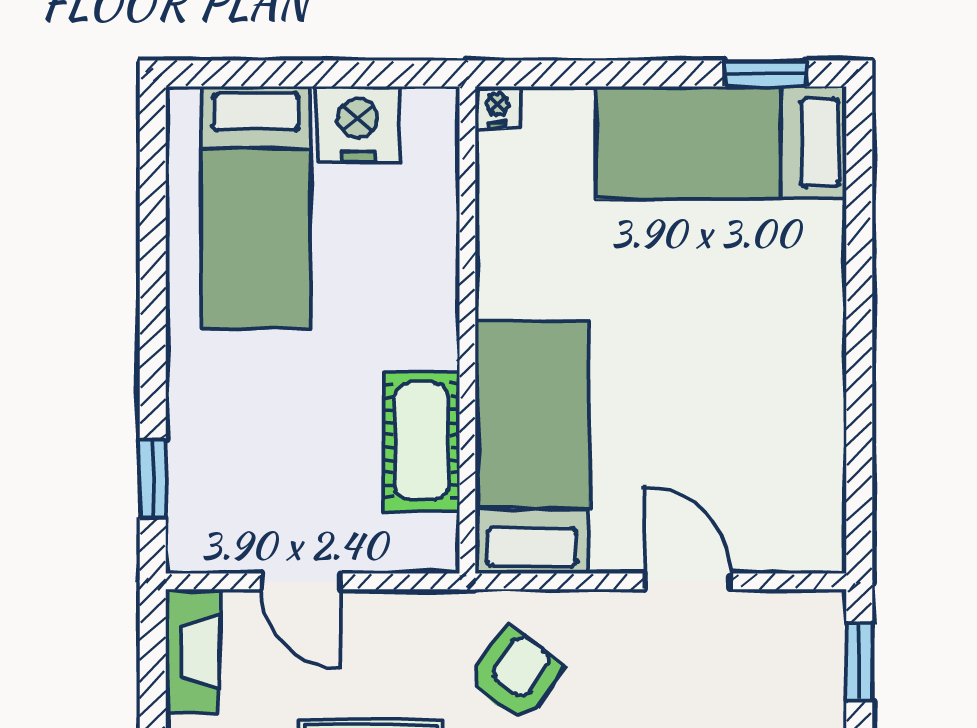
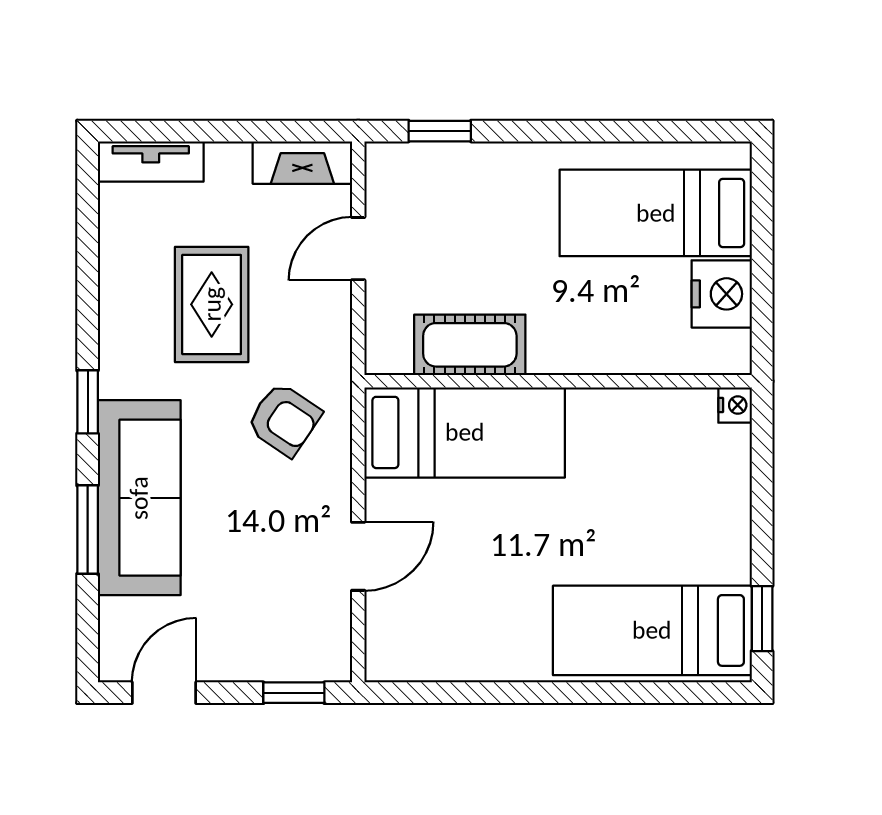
bed: (721, 143) -> (652, 630), moved, turned -90

